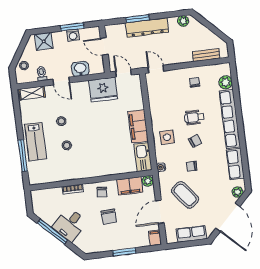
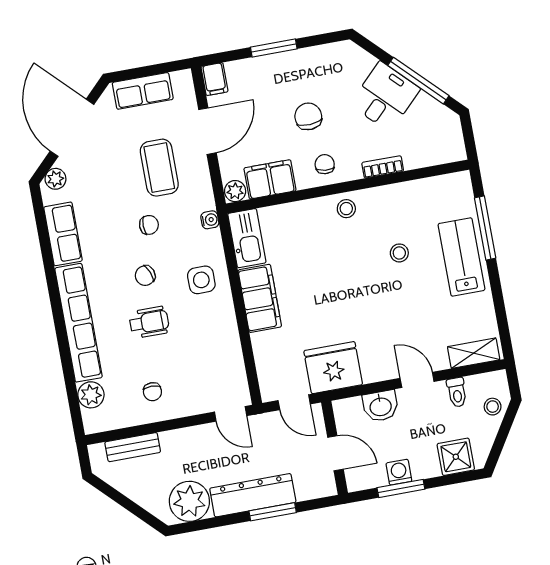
plant: (183, 21) -> (189, 501), width x1.87, depth x1.87
stool: (61, 121) -> (346, 209), moved
coffee table: (185, 195) -> (159, 168), turned 38

